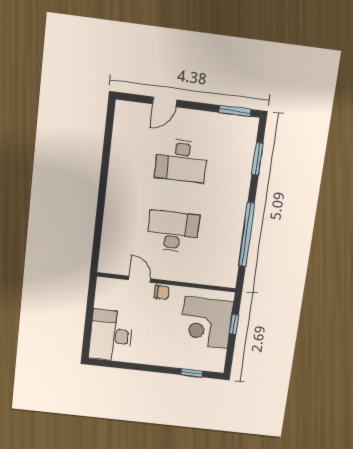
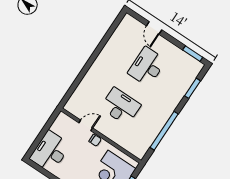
door: (165, 102) -> (154, 28), hinge flipped
desk: (181, 160) -> (147, 67), turned 90
door: (140, 279) -> (86, 125), hinge flipped

